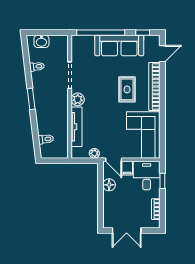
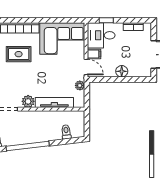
window: (31, 99) -> (28, 146), width x2.11
door: (114, 160) -> (86, 67), hinge flipped
floor lamp: (109, 185) -> (122, 71), moved

